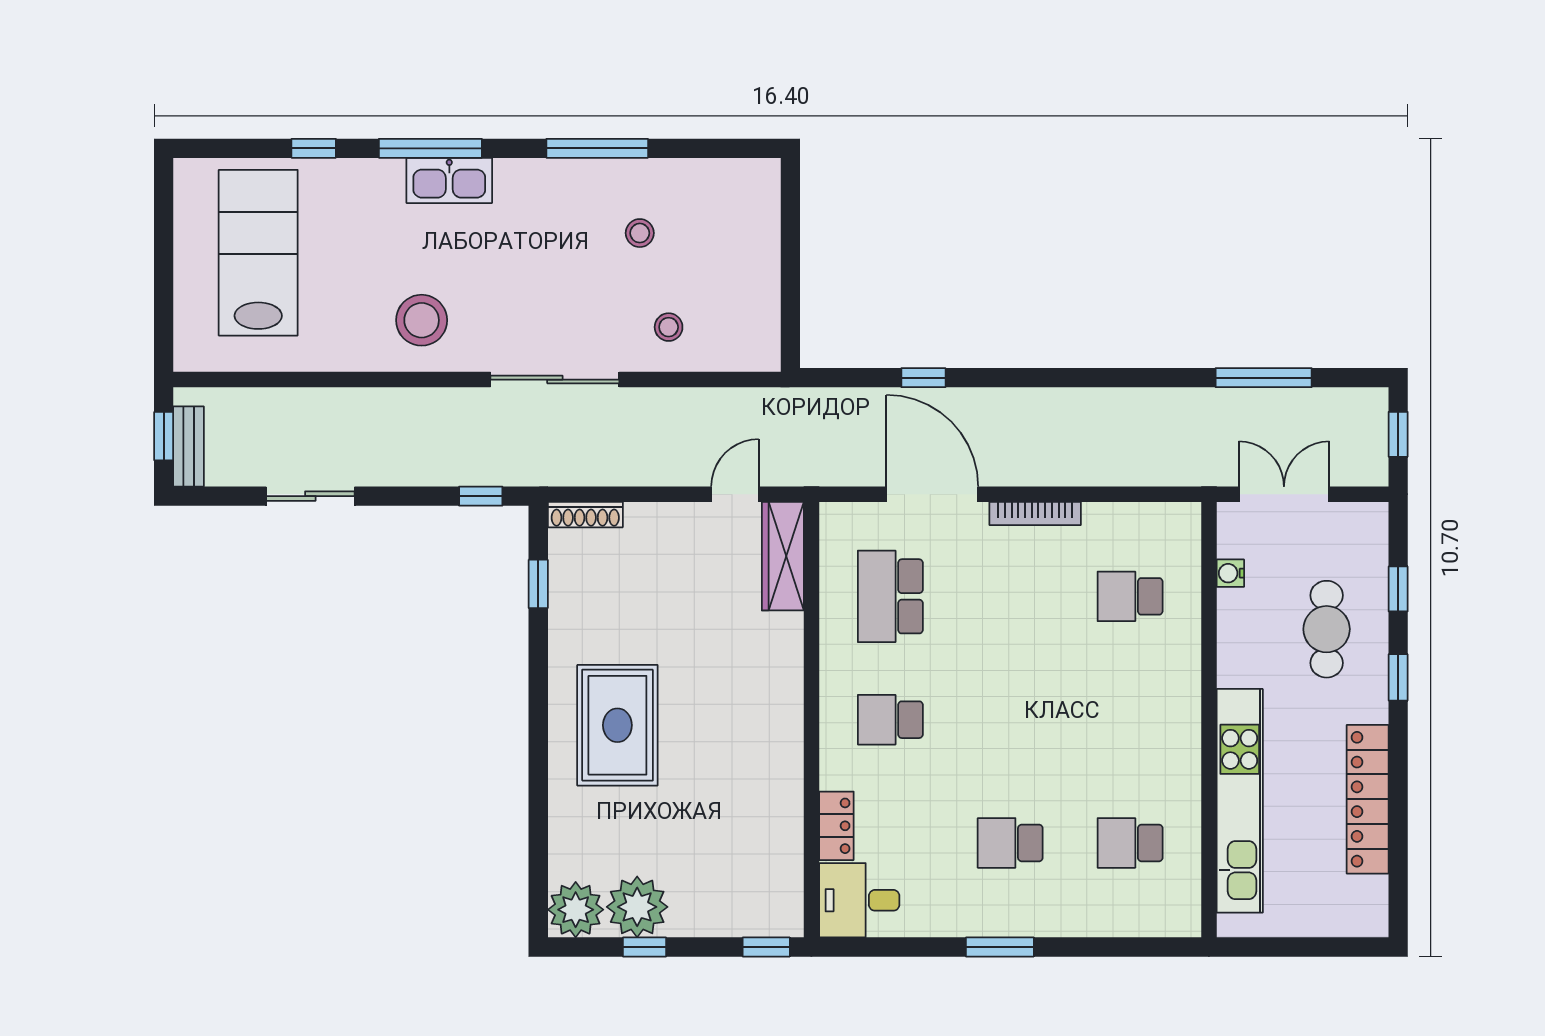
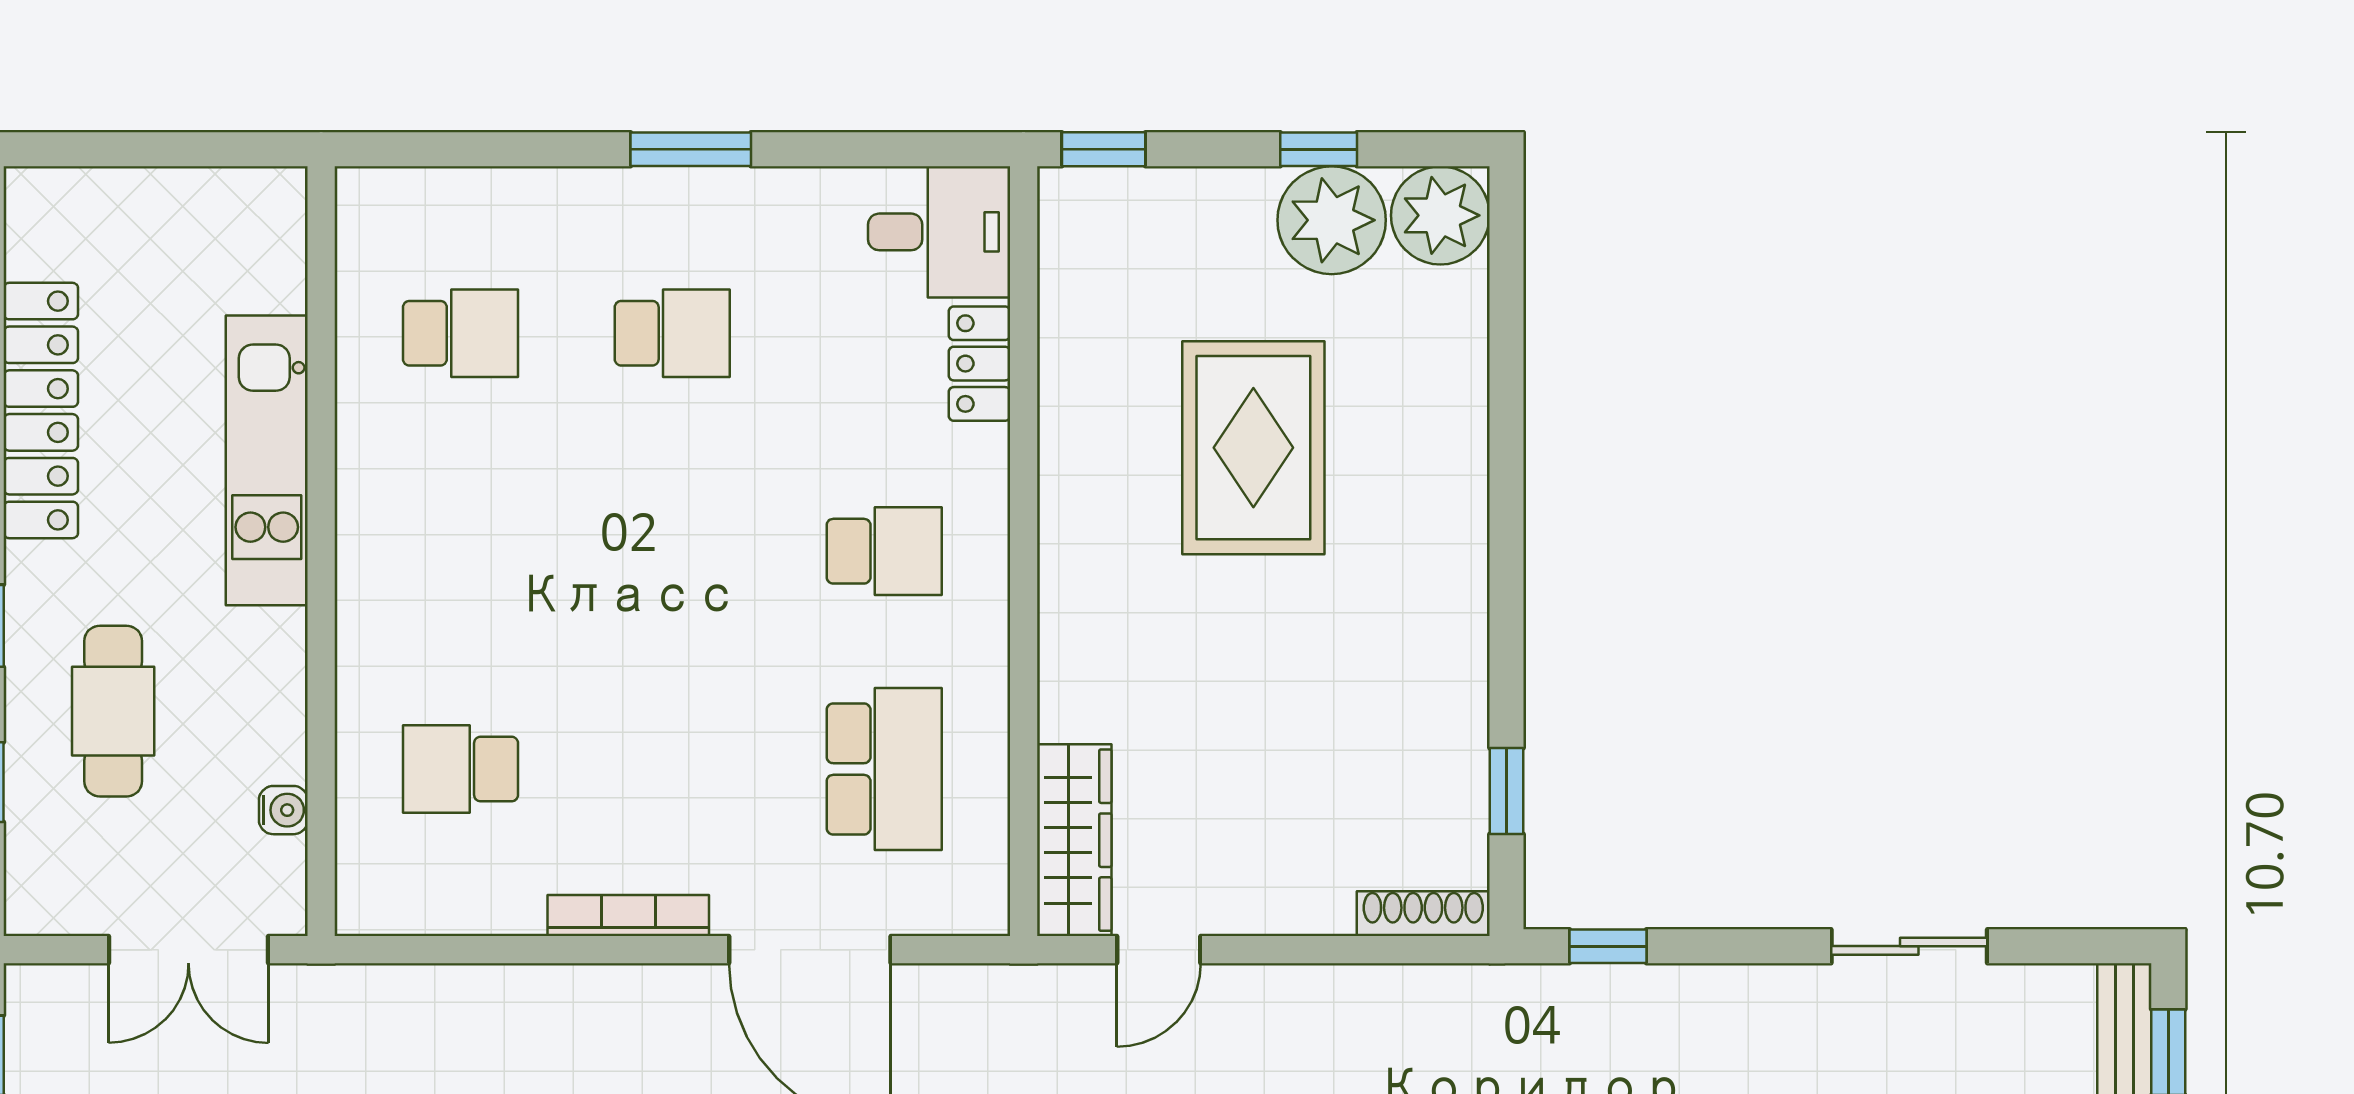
school desk: (1130, 596) -> (460, 769), turned 180
rug: (617, 725) -> (1253, 448), moved
kitchen unit: (1240, 801) -> (267, 460), width x0.73

